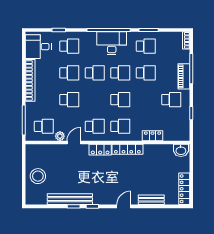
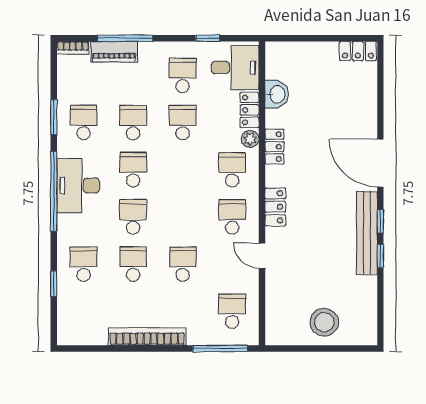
desk: (38, 47) -> (235, 68), moved, turned -90
piano: (184, 76) -> (114, 52), moved
school desk: (120, 100) -> (183, 123), moved
plant: (60, 136) -> (250, 139), moved
locker: (127, 149) -> (274, 147), width x0.66
washbasin: (181, 150) -> (277, 94), moved
locker: (184, 189) -> (358, 51), width x0.66
bench: (70, 199) -> (367, 233), moved
bench: (151, 200) -> (368, 112), removed
door: (124, 206) -> (380, 163), width x1.87

